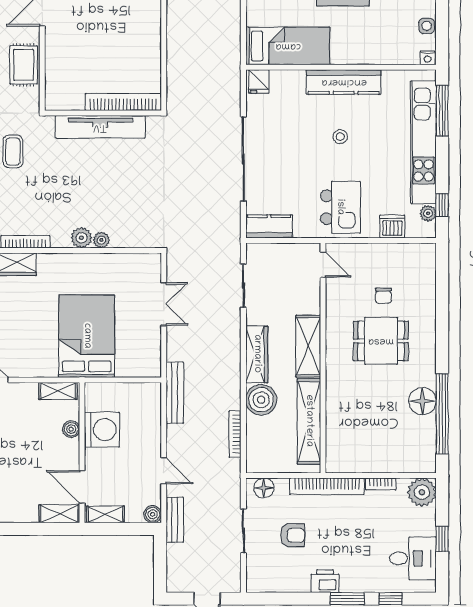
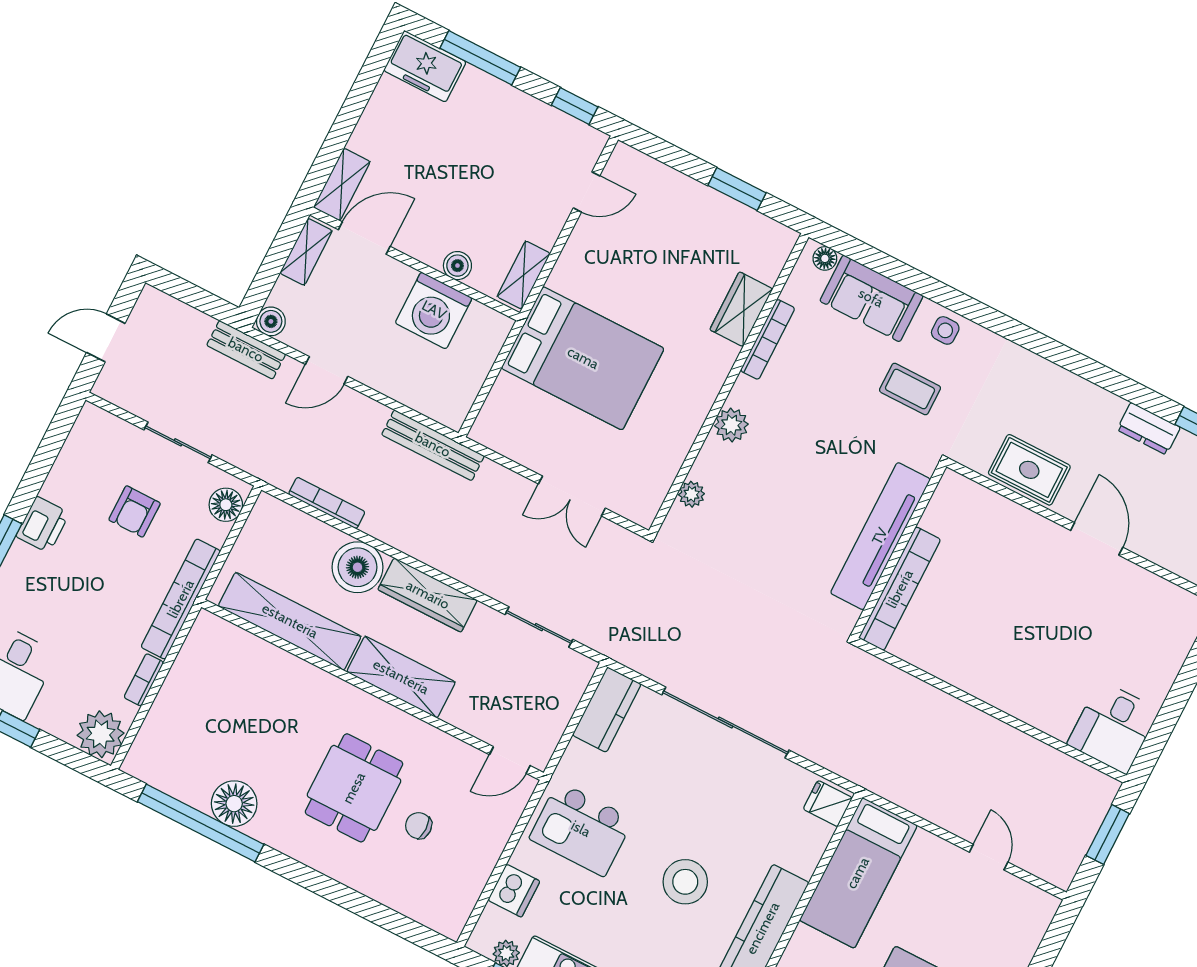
stool: (340, 137) -> (685, 882), width x1.89, depth x1.89
plant: (101, 240) -> (692, 494), moved

